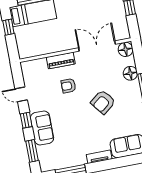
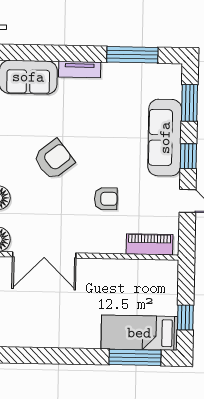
piano: (61, 61) -> (149, 244), moved
sofa: (42, 128) -> (165, 138), width x1.36

